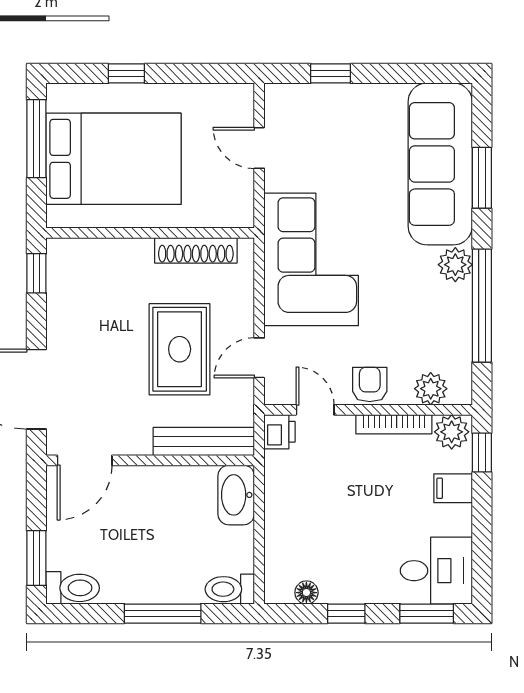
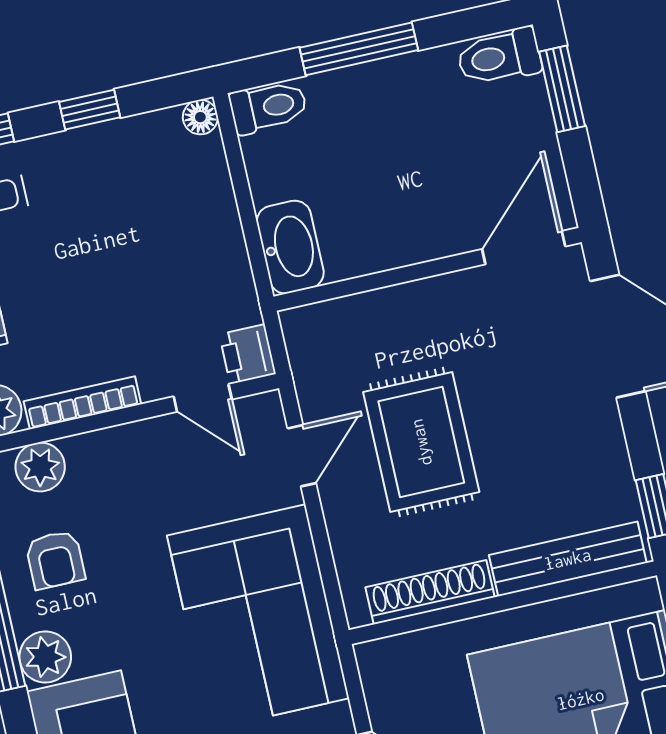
armchair: (370, 384) -> (55, 560), moved
bench: (204, 441) -> (568, 559), moved
floor lamp: (306, 593) -> (200, 117), moved

